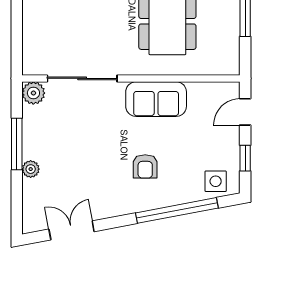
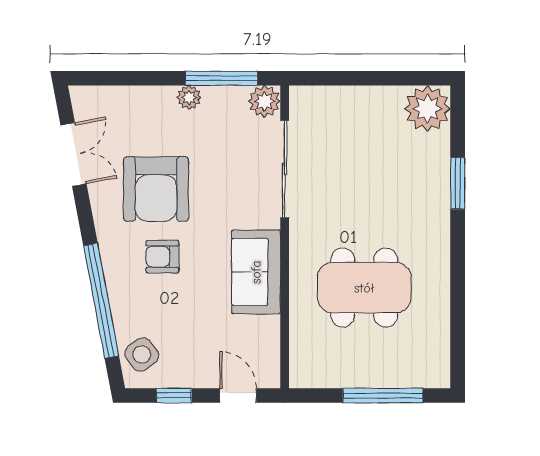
window: (17, 144) -> (221, 78), moved
plant: (31, 169) -> (189, 98), moved
armchair: (96, 171) -> (156, 189), added
side table: (216, 181) -> (142, 355), turned -36

